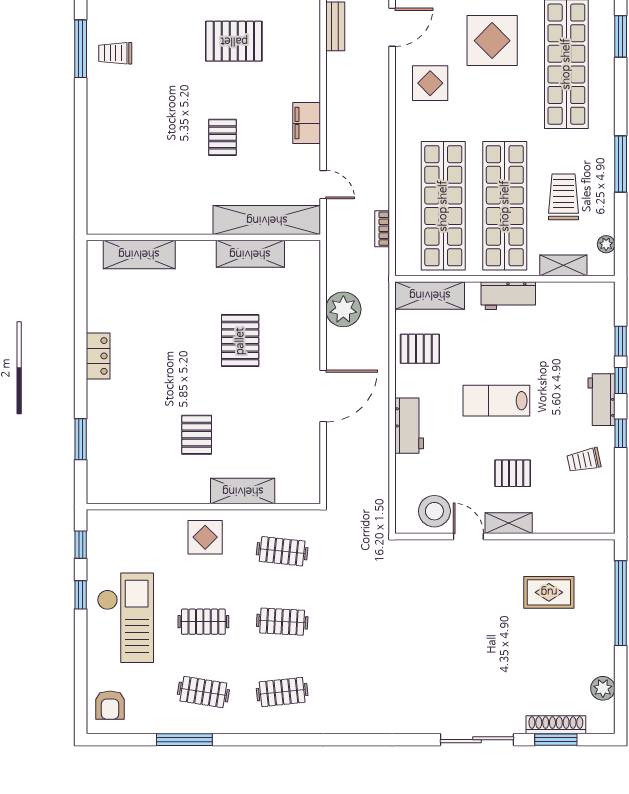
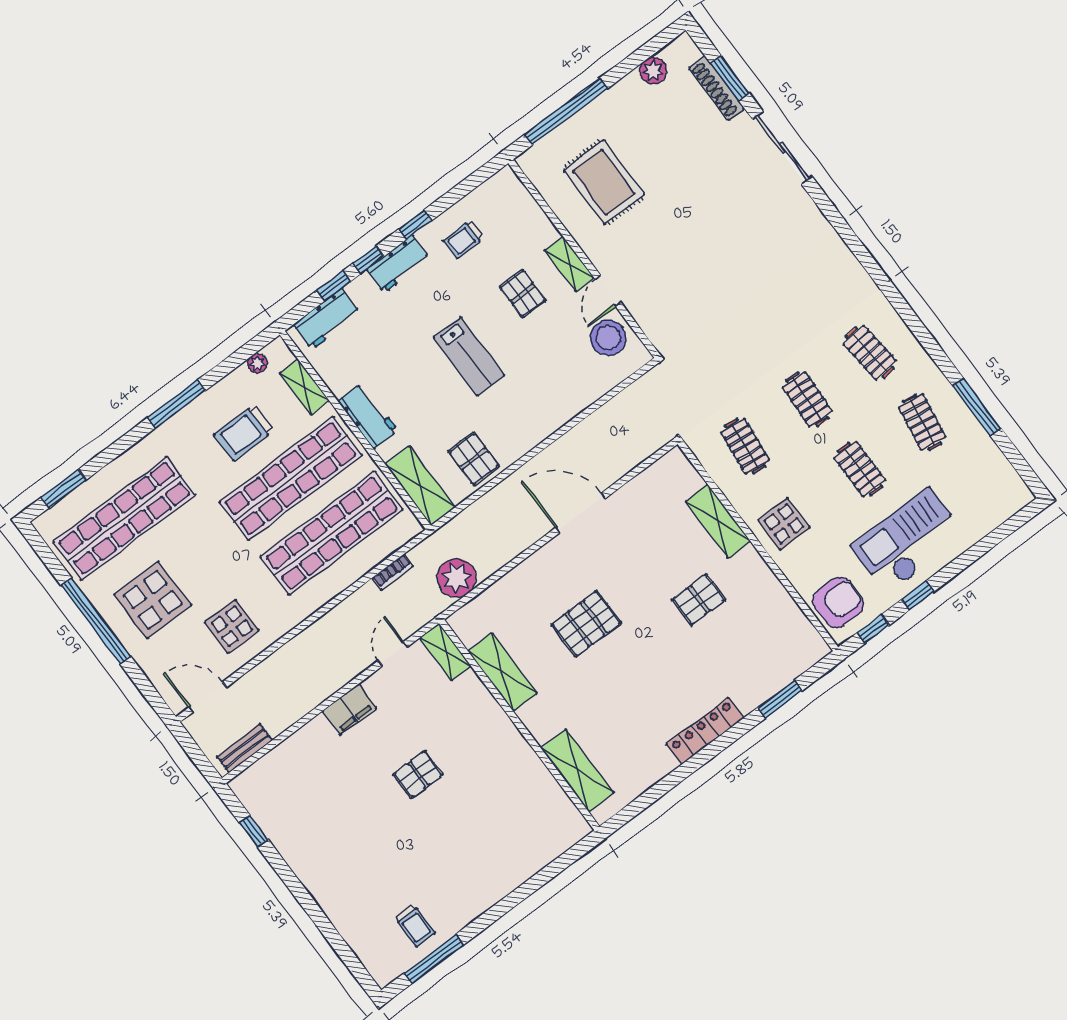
pallet: (234, 41) -> (325, 828), removed
shelving: (267, 220) -> (446, 652), width x0.45, depth x0.75
plant: (343, 309) -> (457, 578), moved
locker: (98, 356) -> (705, 731), width x1.53
workbench: (409, 426) -> (327, 319), moved, turned 180
trolley: (584, 460) -> (464, 239), turned 101
rug: (549, 592) -> (604, 182), width x1.36, depth x1.43
armchair: (110, 705) -> (838, 602), moved, width x1.38, depth x1.38

